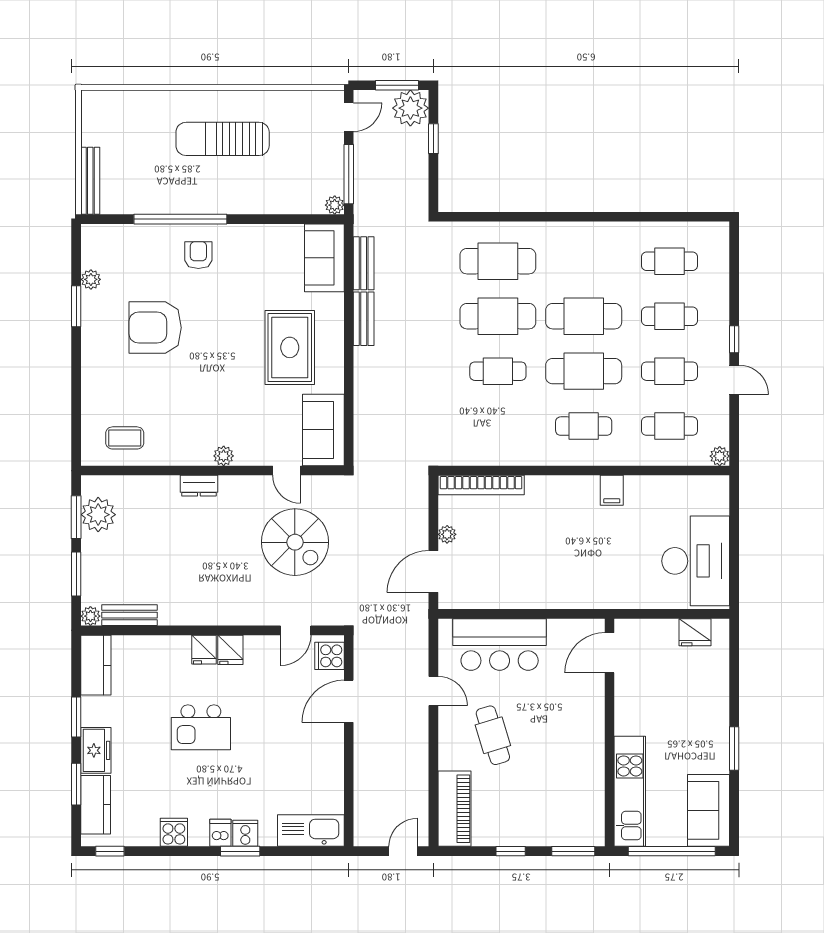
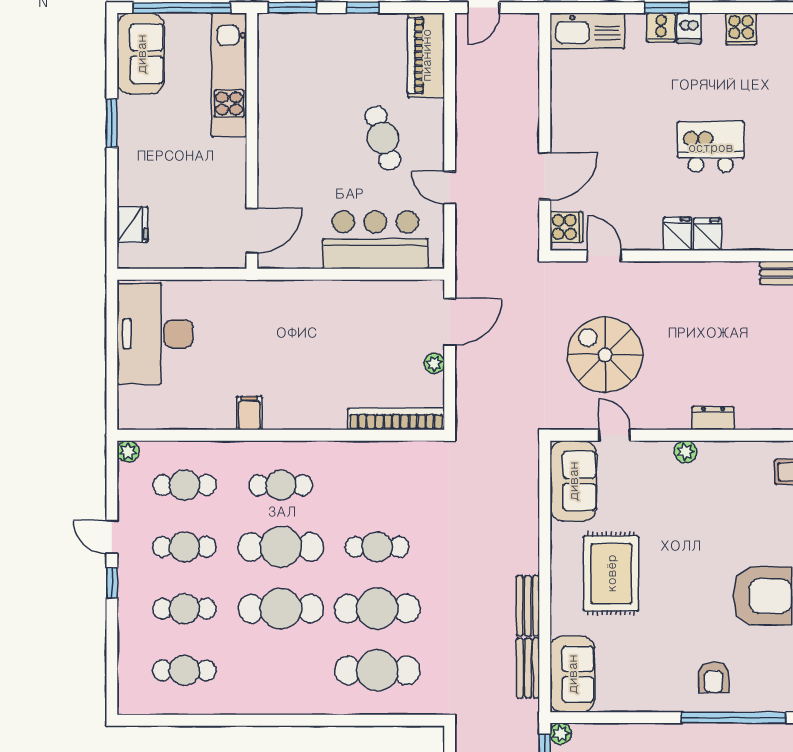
door: (296, 630) -> (604, 256), hinge flipped
fridge: (695, 632) -> (132, 225), moved, turned 90

